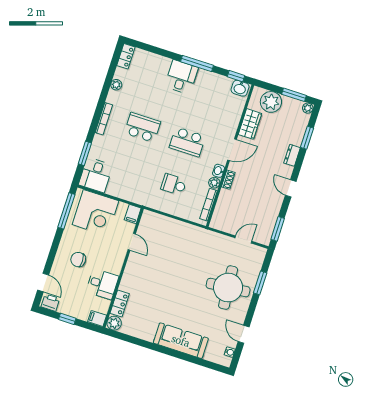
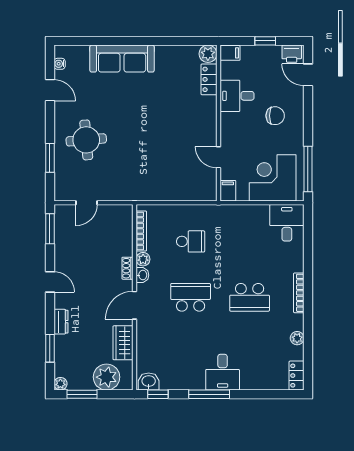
window: (85, 153) -> (308, 244), removed
round table: (228, 288) -> (86, 140), width x0.73, depth x0.73

